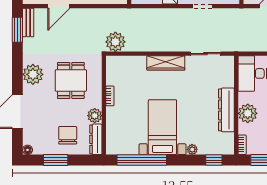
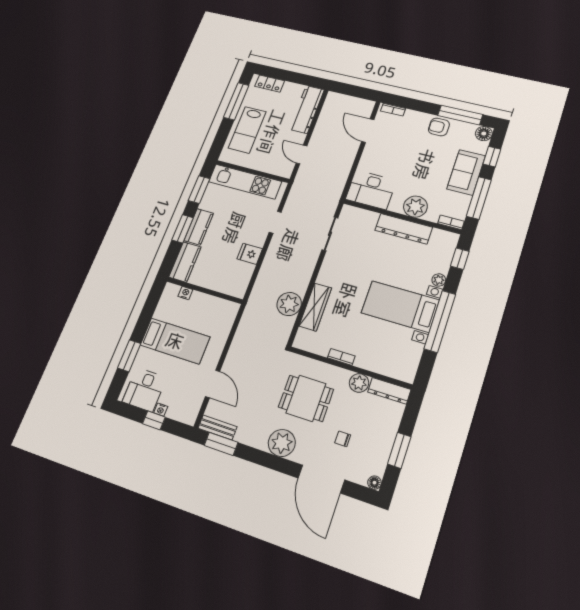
plant: (115, 42) -> (289, 304), moved
wardrobe: (166, 63) -> (315, 307), moved
chair: (68, 135) -> (343, 439), moved, width x0.54, depth x0.54
window: (142, 160) -> (440, 321), moved

